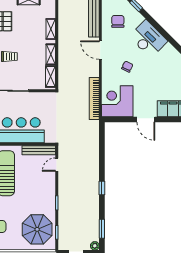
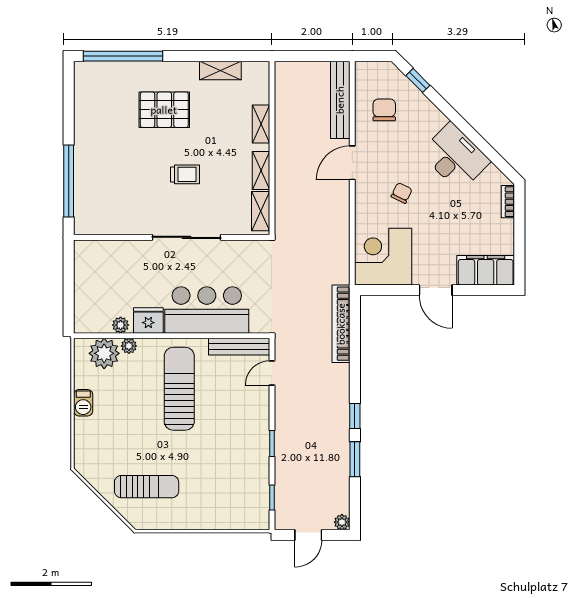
desk: (148, 39) -> (455, 157), moved
door: (100, 50) -> (352, 163), hinge flipped
bookcase: (94, 98) -> (341, 324), moved
parasol: (37, 229) -> (236, 492), removed
window: (102, 229) -> (355, 459), moved

